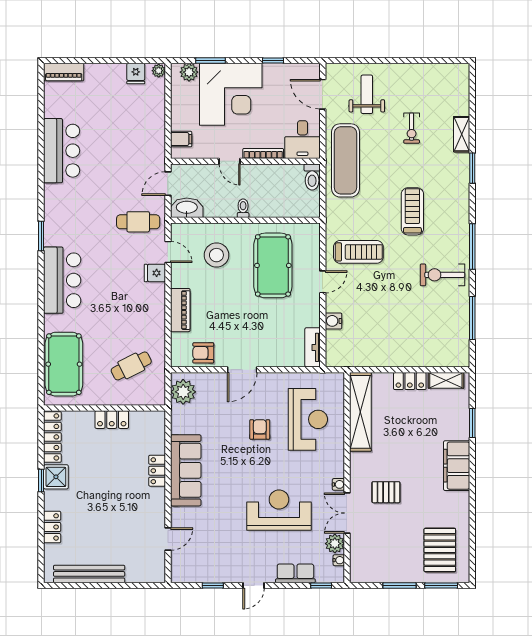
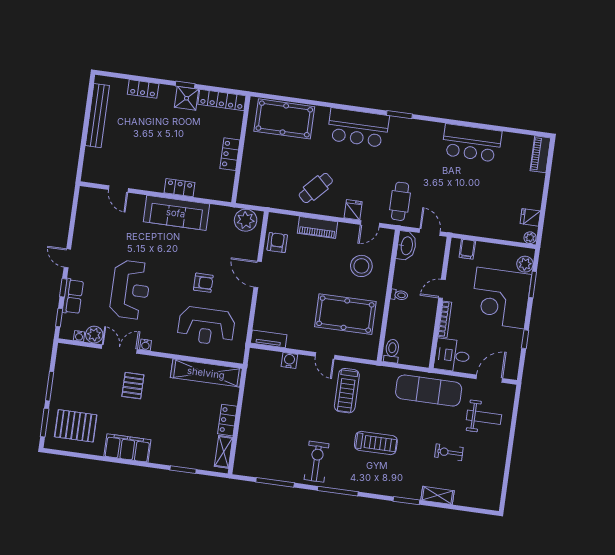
toilet: (312, 177) -> (392, 351), moved, turned 90
cafe table: (131, 366) -> (316, 188), moved, turned 70
filing cabinet: (457, 466) -> (127, 448), moved
window: (213, 585) -> (63, 288), moved

